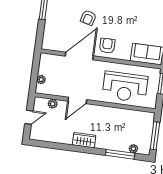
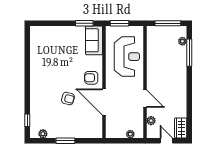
wardrobe: (84, 140) -> (181, 128), moved

